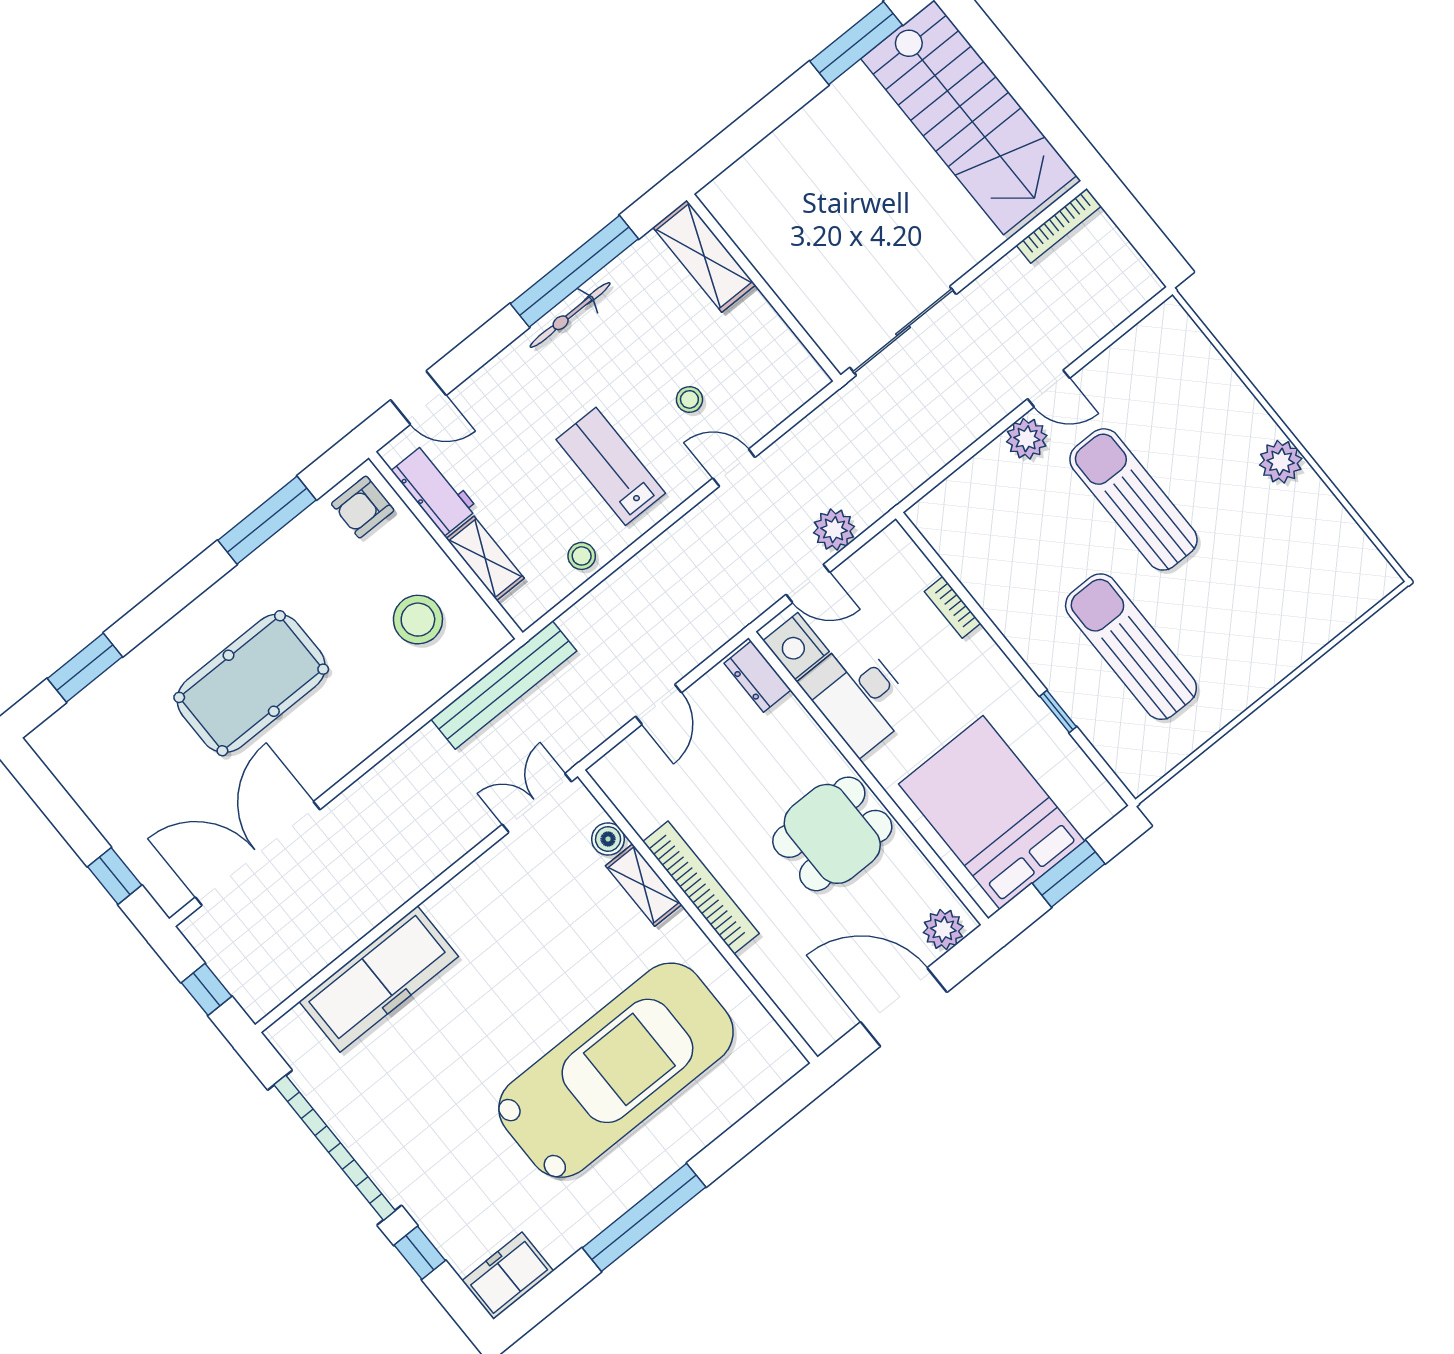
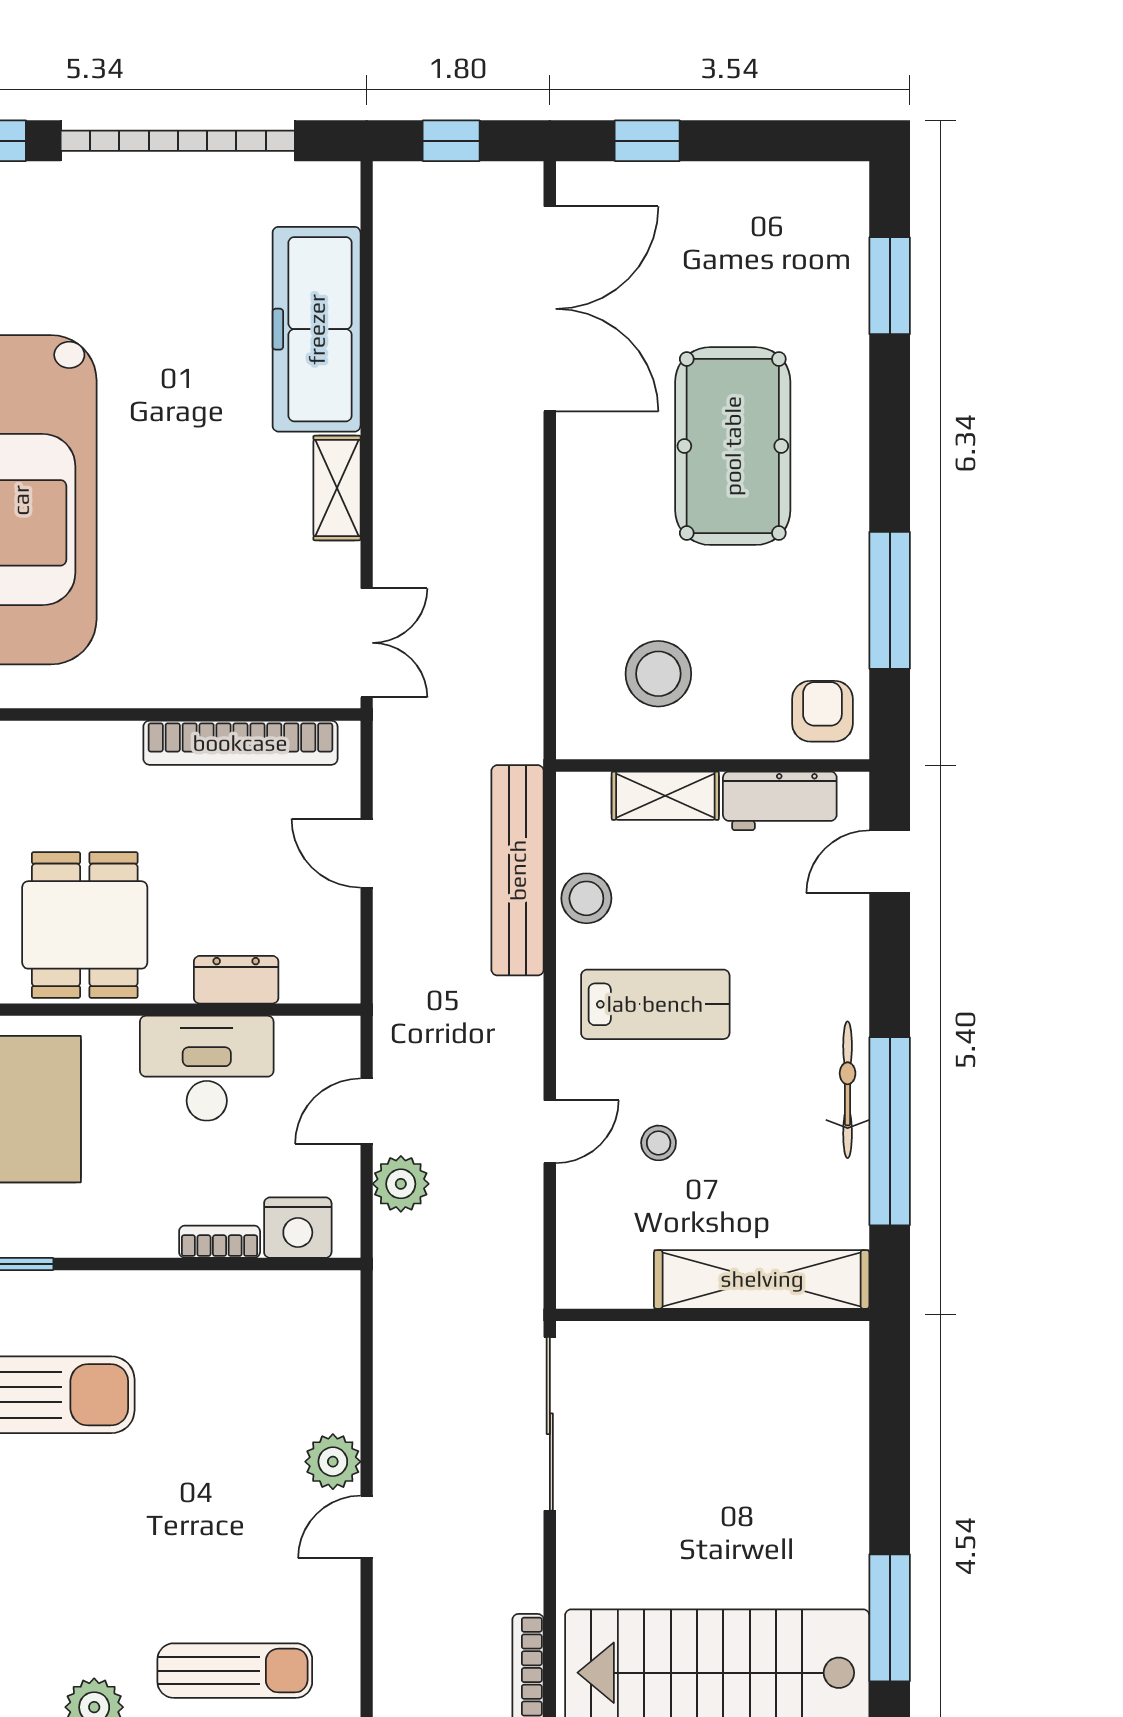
shelving: (704, 256) -> (762, 1279), width x1.47
sun lounger: (1133, 499) -> (235, 1671), moved, width x0.73, depth x0.75
stool: (582, 556) -> (586, 898), width x1.37, depth x1.37
nightstand: (796, 646) -> (298, 1228), moved, turned 180
dresser: (757, 677) -> (236, 980), moved
bench: (504, 685) -> (518, 870), moved
boiler: (608, 839) -> (269, 687), removed
shelving: (644, 885) -> (337, 488), moved, turned 90
bookcase: (701, 887) -> (240, 743), moved

